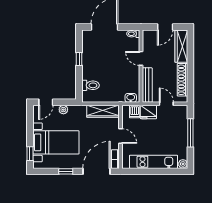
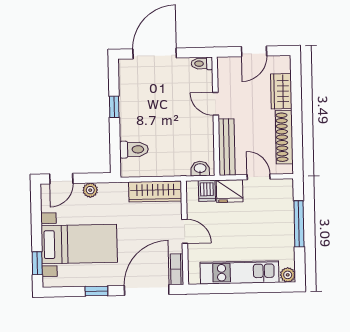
wardrobe: (181, 46) -> (281, 91), width x0.67

